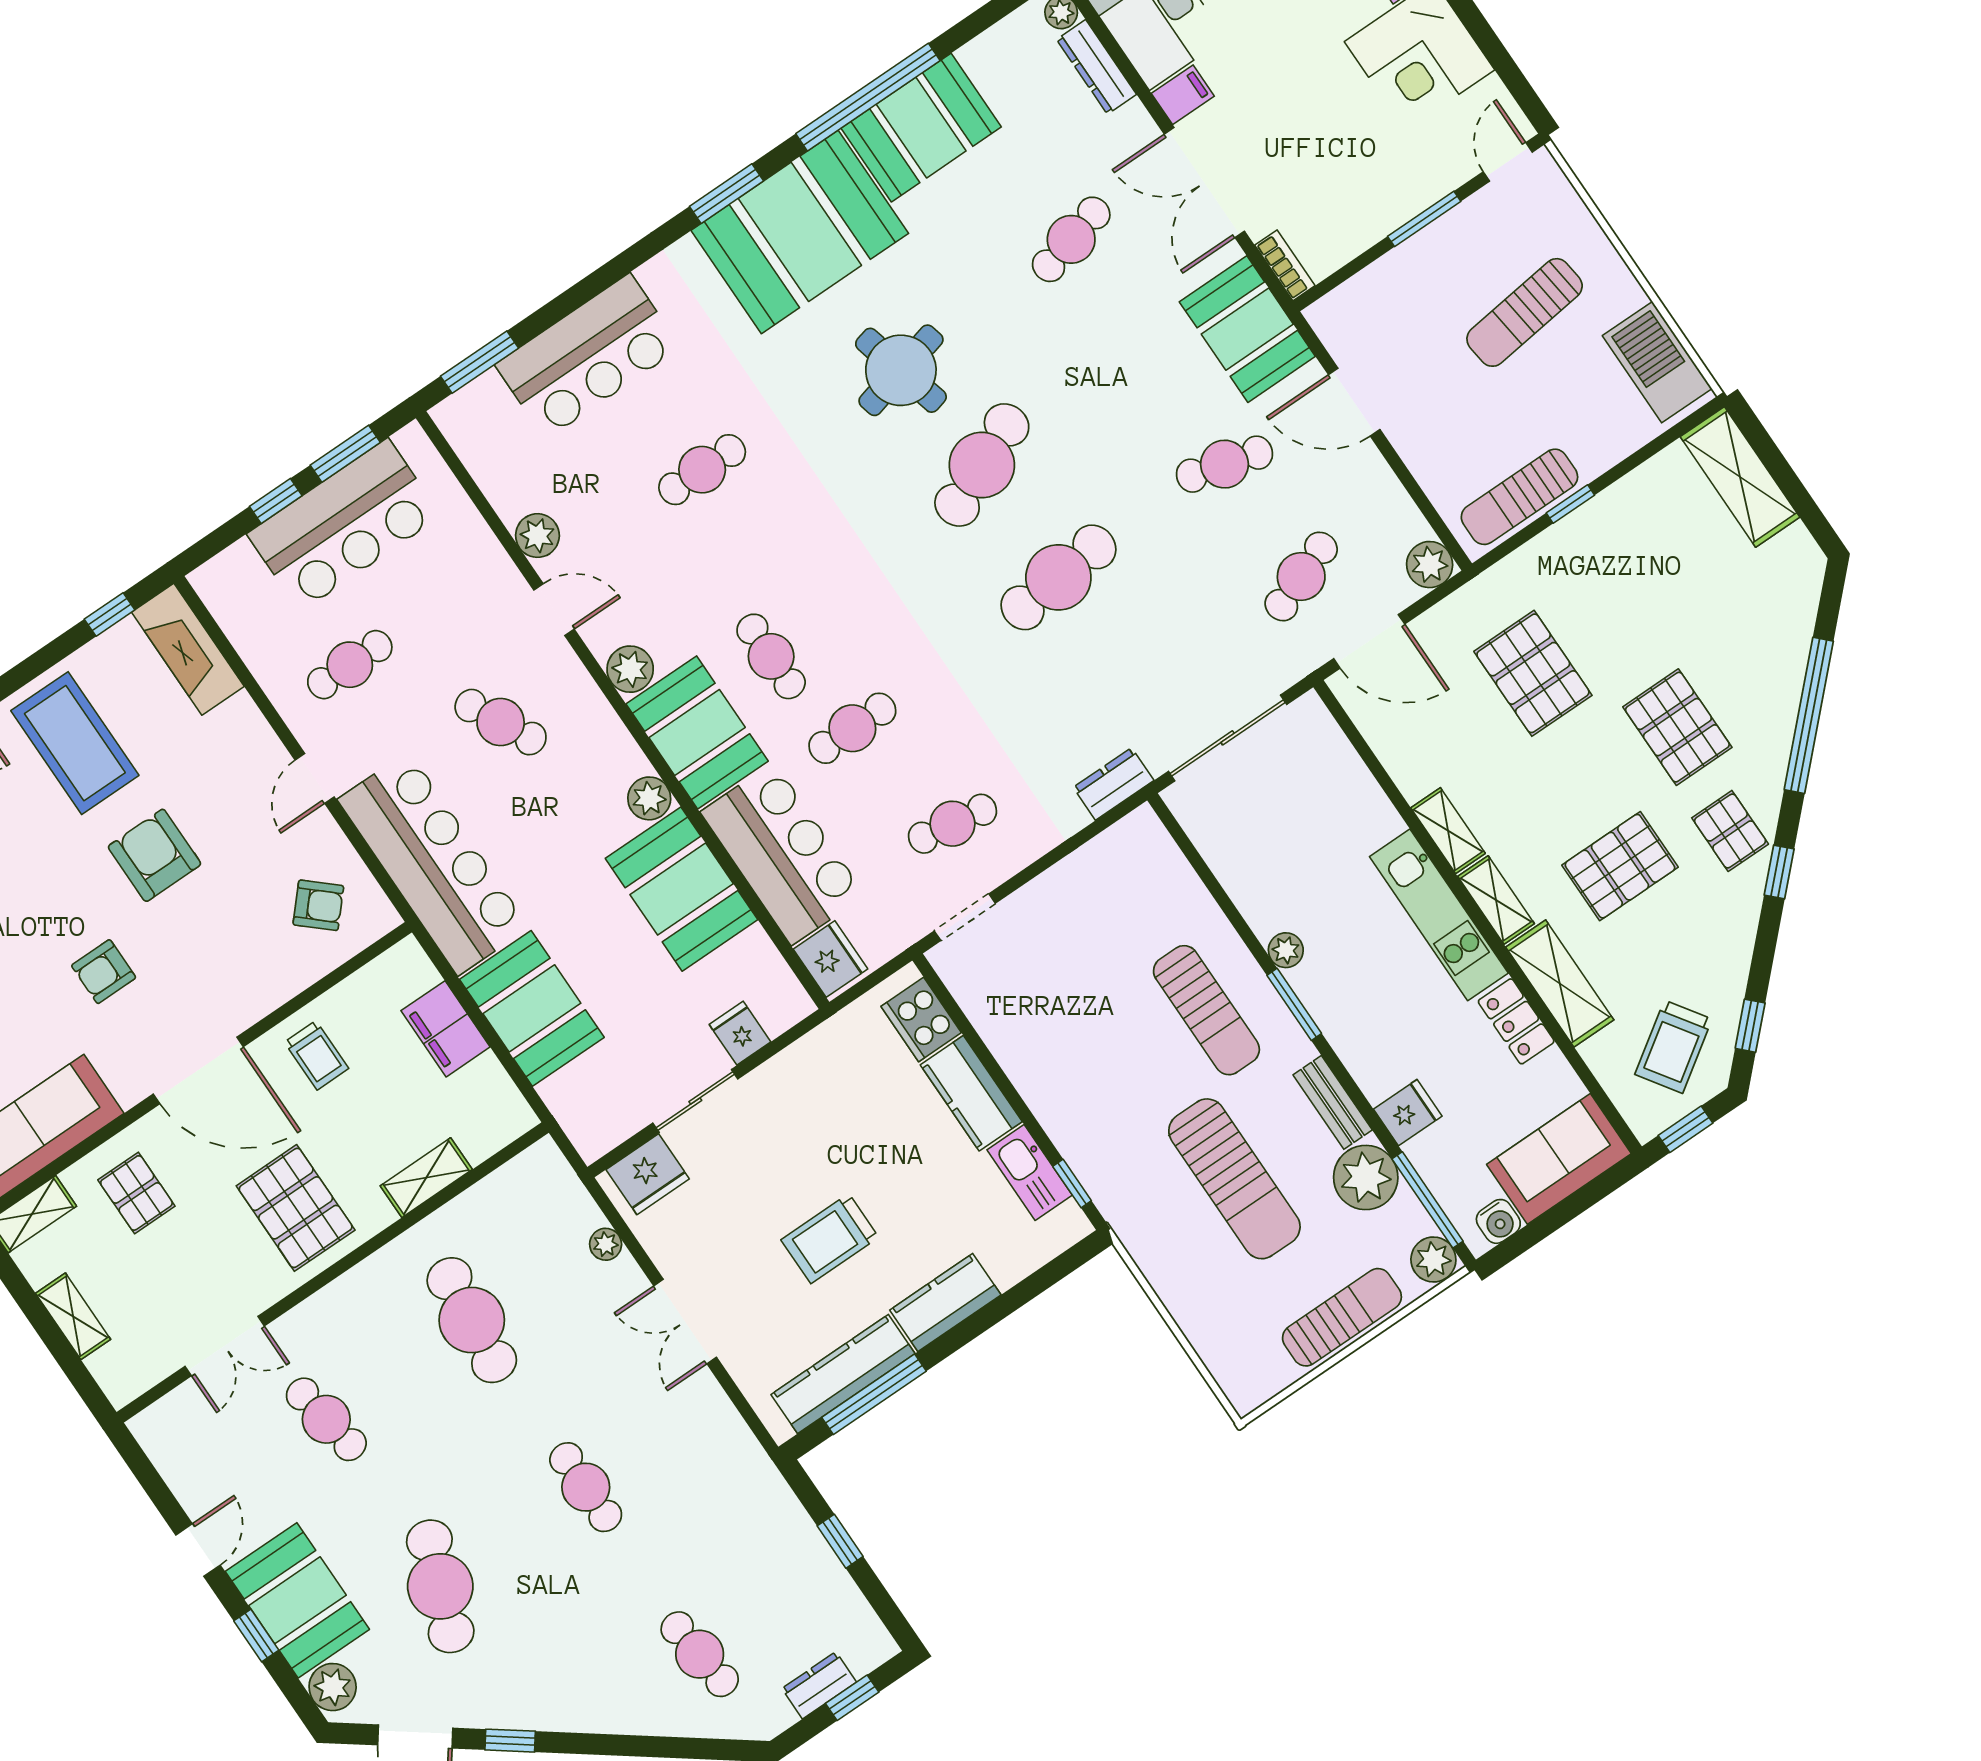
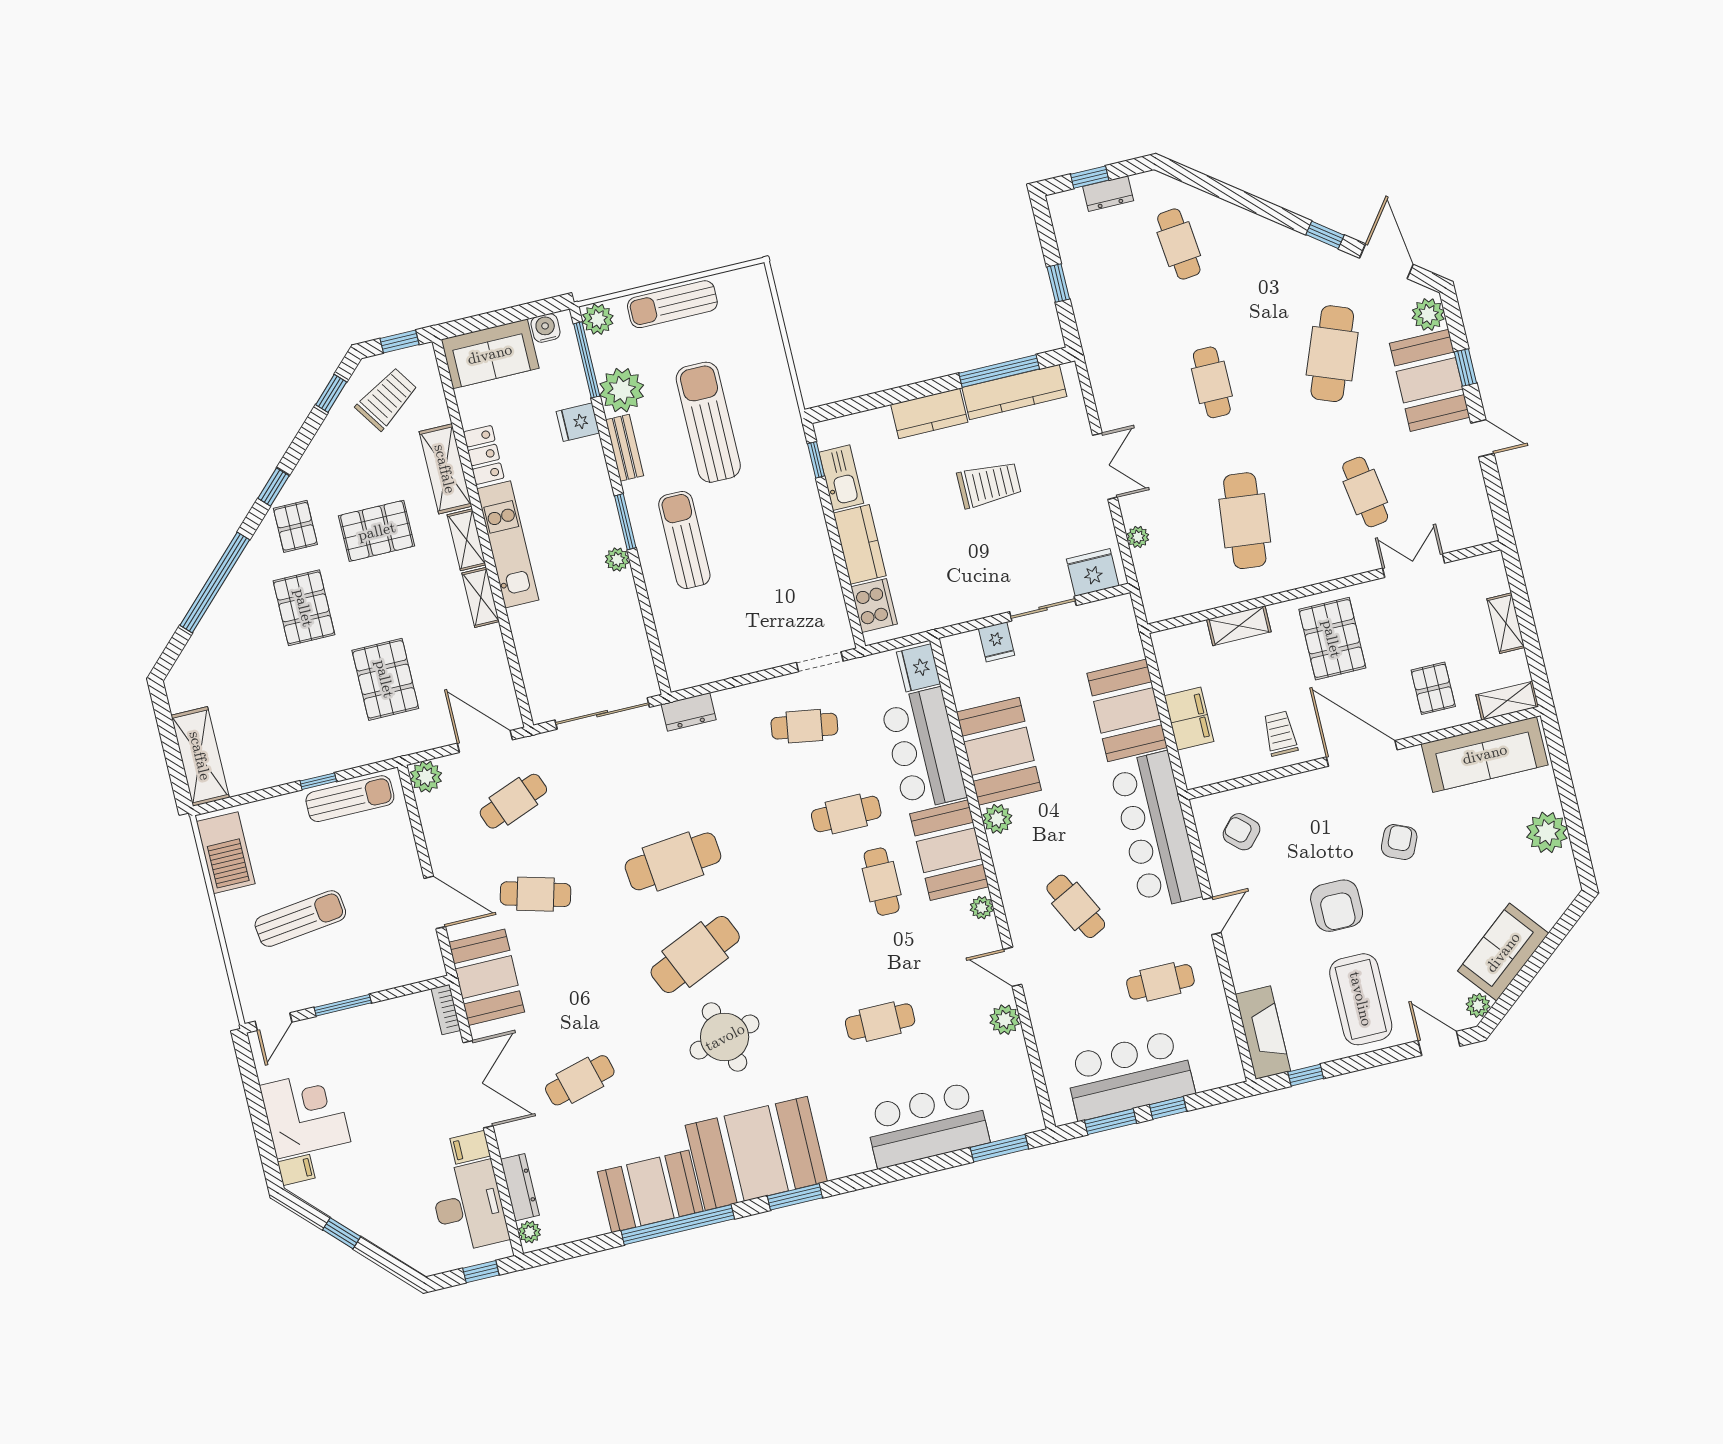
plant: (630, 669) -> (982, 908), width x0.73, depth x0.73
armchair: (104, 972) -> (1399, 842), turned -66
door: (198, 1550) -> (1482, 438), swing flipped

